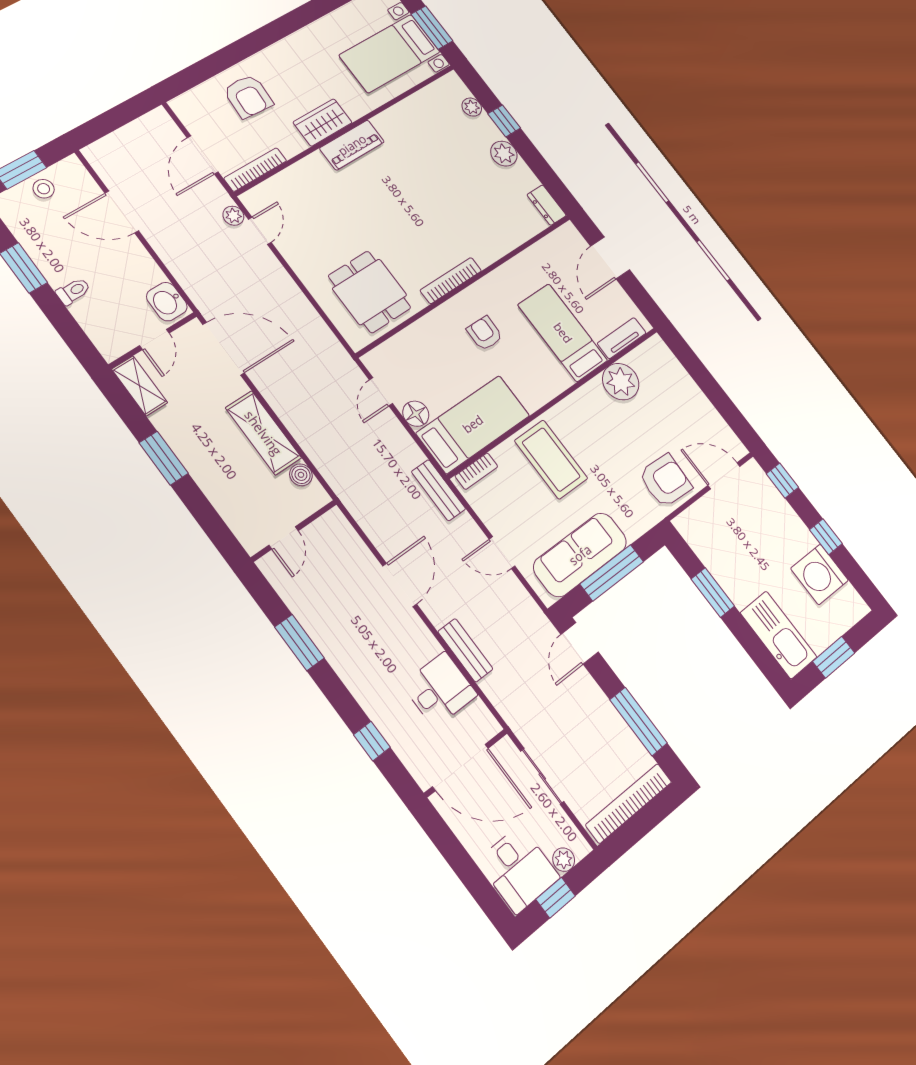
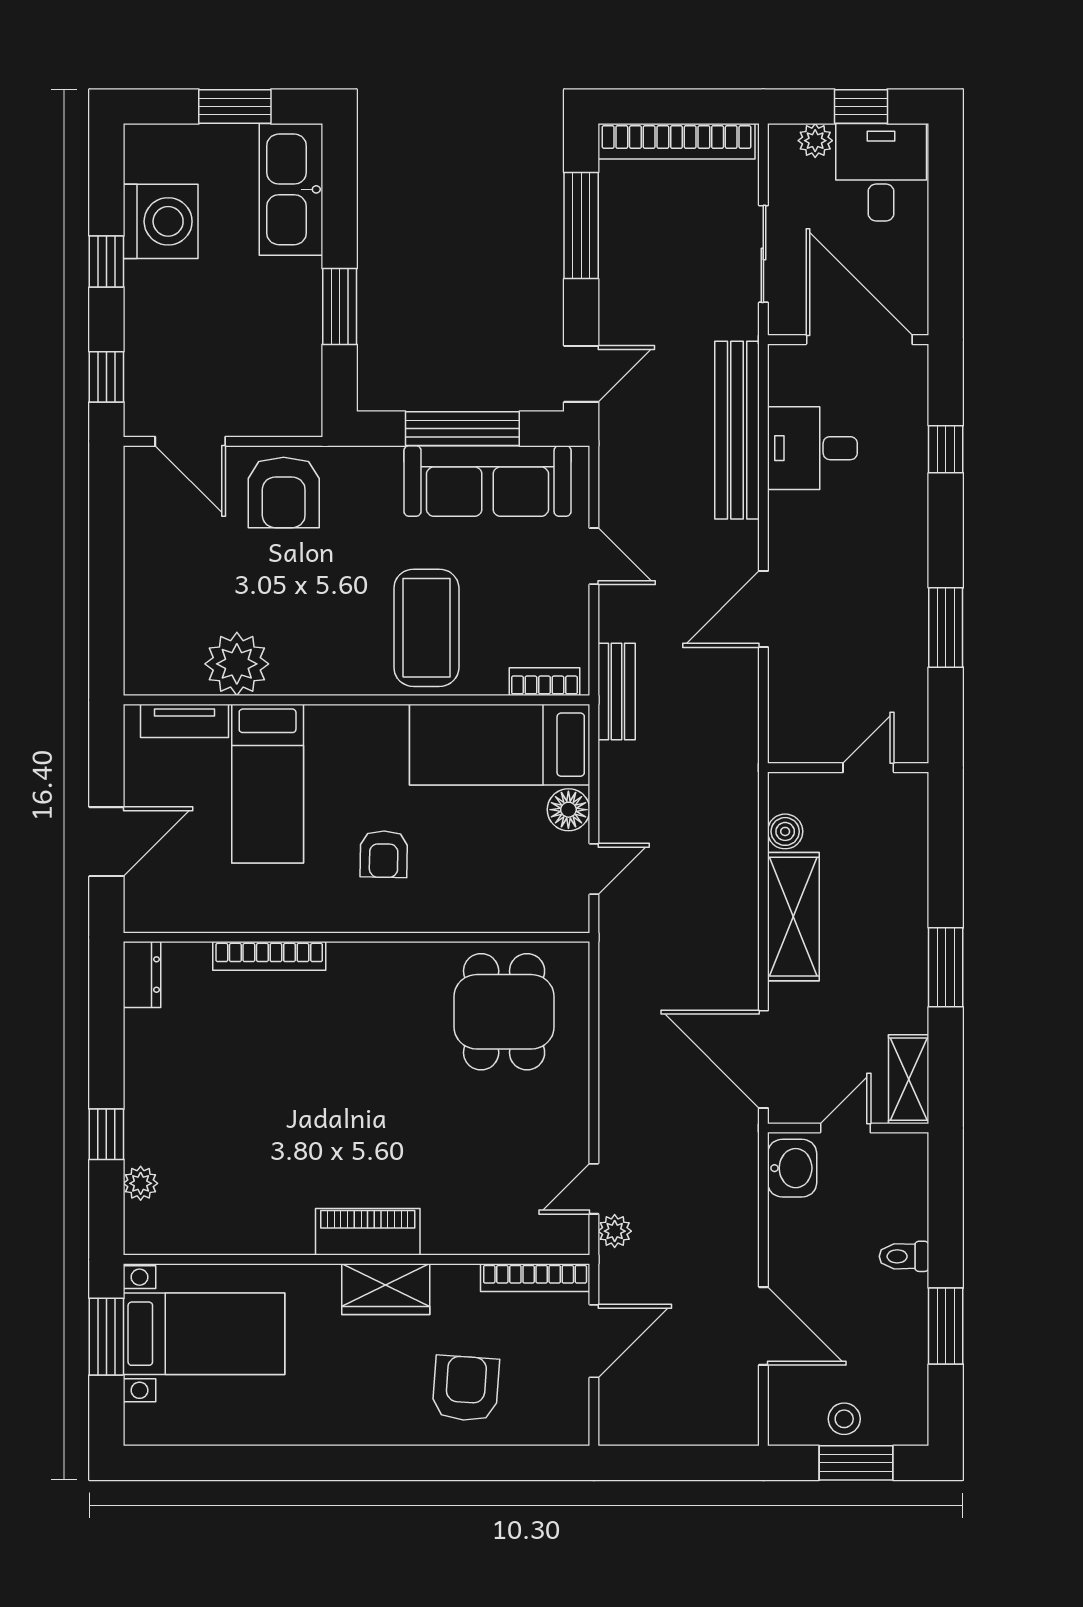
plant: (504, 154) -> (147, 1087), removed
bookcase: (451, 281) -> (269, 956), moved
armchair: (665, 481) -> (284, 492), turned -93
bench: (465, 650) -> (737, 430), width x1.86, depth x1.21

